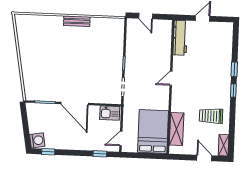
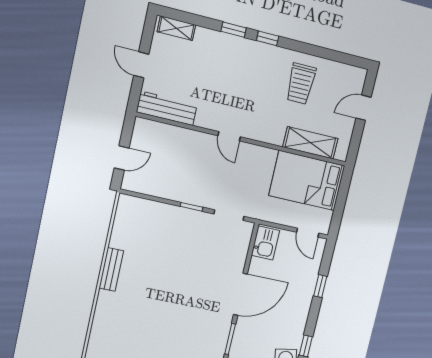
shelving: (224, 145) -> (176, 28), moved
window: (100, 154) -> (320, 286), moved

